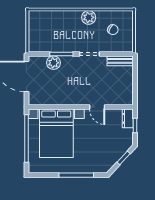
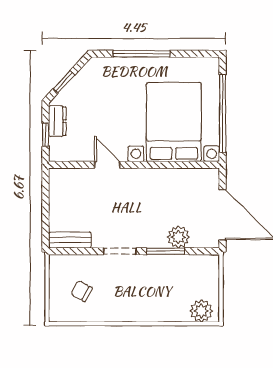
plant: (89, 17) -> (201, 311), moved
dresser: (128, 118) -> (57, 121), moved

